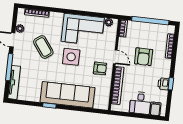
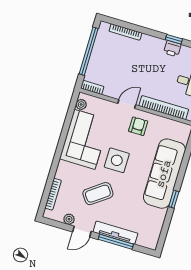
armchair: (144, 57) -> (133, 68), removed
tv unit: (14, 82) -> (115, 233), moved

